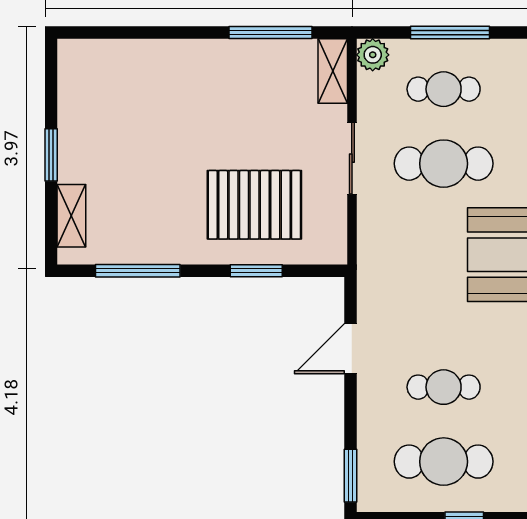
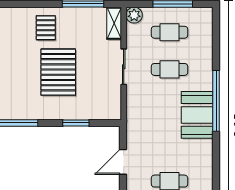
pallet: (196, 80) -> (46, 28), added
cafe table: (444, 164) -> (170, 69), width x0.73, depth x0.74
pallet: (254, 205) -> (58, 72), moved, turned 90

